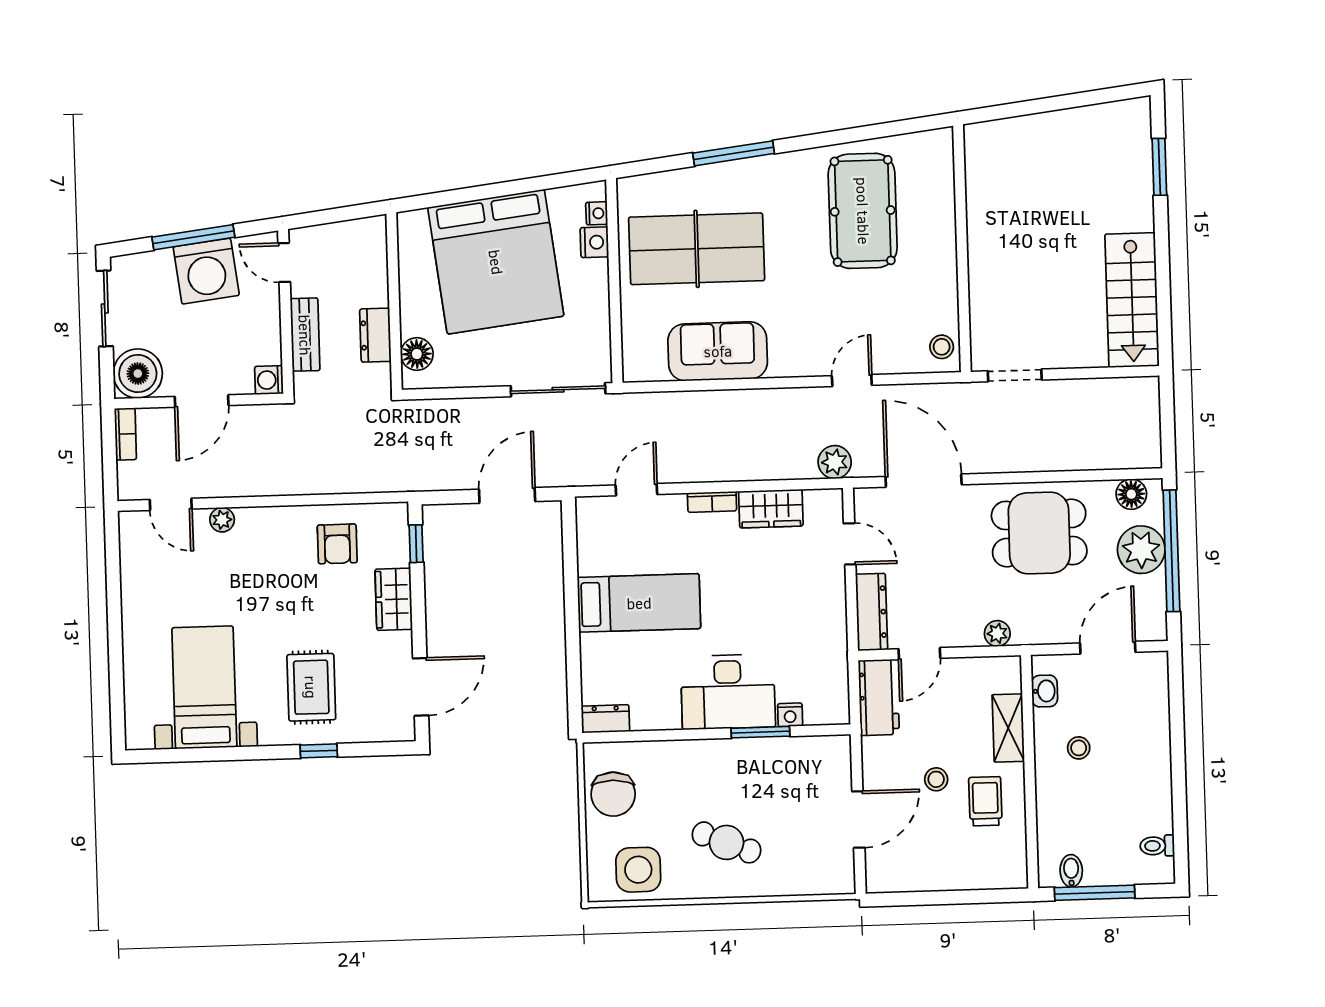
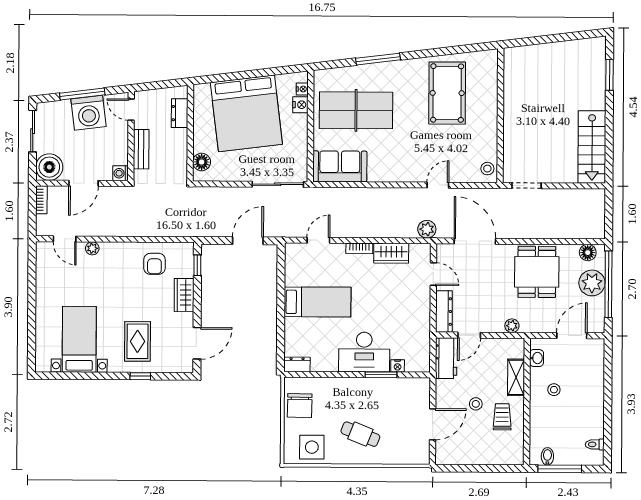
dresser: (375, 335) -> (180, 113), moved
sofa: (718, 351) -> (340, 166), moved
dining table: (1039, 533) -> (537, 272), turned 90

